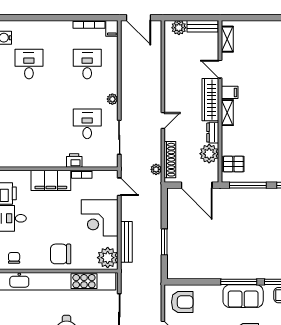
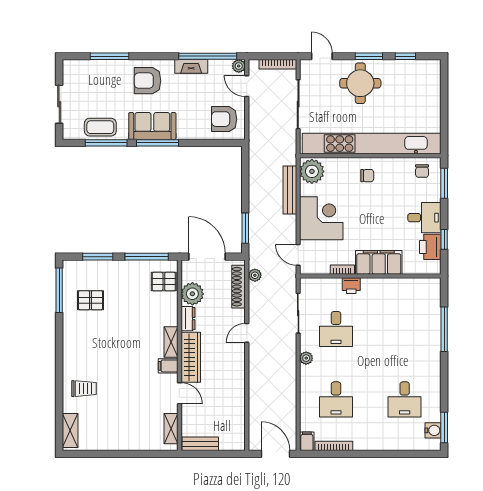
plant: (179, 28) -> (228, 442), removed
window: (164, 242) -> (245, 228), moved
chair: (61, 254) -> (367, 176), width x0.54, depth x0.54

